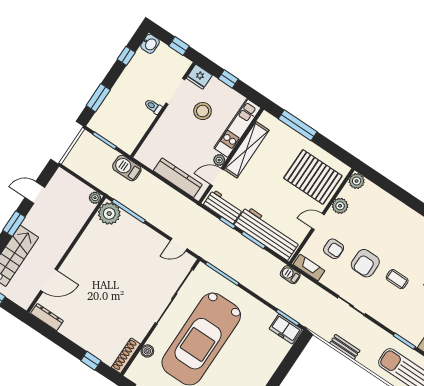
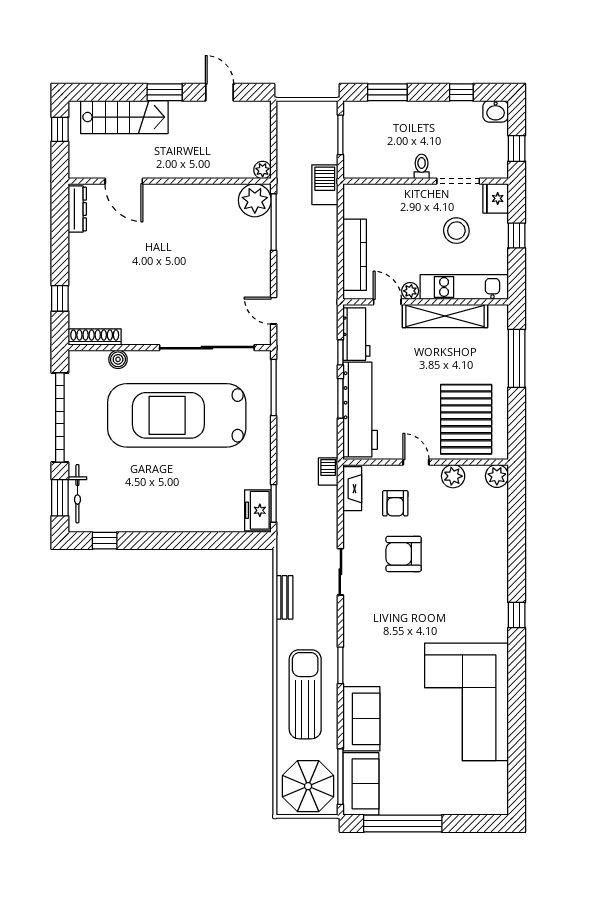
coffee table: (397, 279) -> (410, 606), removed

